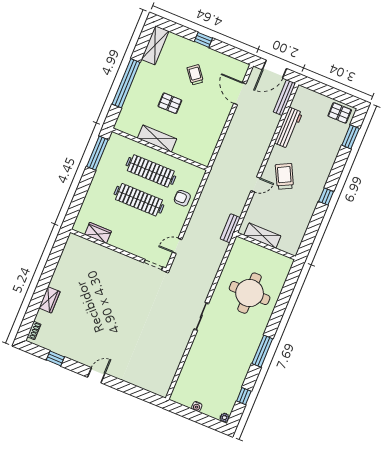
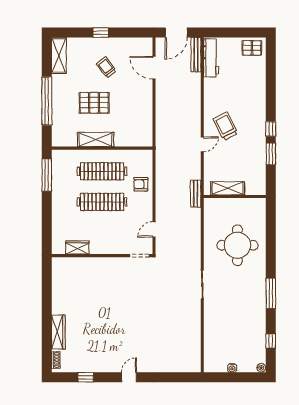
pallet: (170, 103) -> (94, 103), width x1.50, depth x1.42
workbench: (288, 128) -> (211, 58), moved
window: (351, 137) -> (271, 154), moved
wardrobe: (49, 300) -> (58, 332), width x1.50

